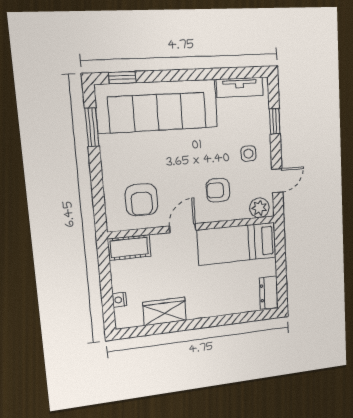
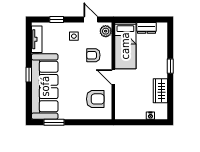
window: (122, 78) -> (29, 75), moved
armchair: (218, 190) -> (93, 55), turned 90
cot: (129, 248) -> (121, 108), removed
dresser: (269, 293) -> (147, 28), moved
window: (208, 322) -> (170, 66), added

